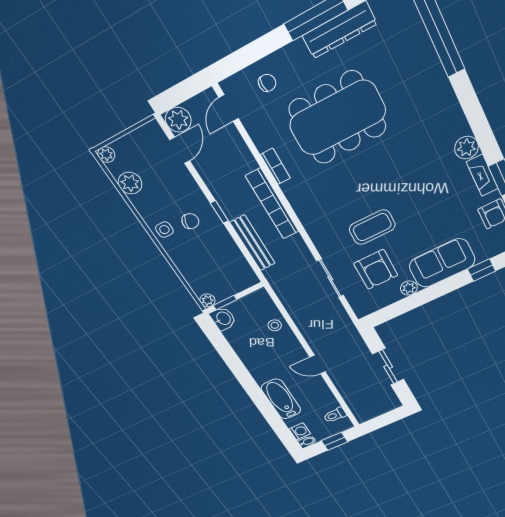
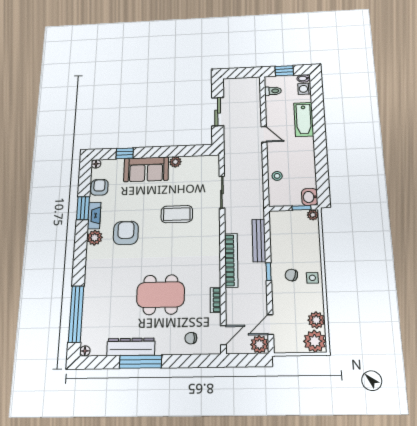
dining table: (338, 118) -> (161, 295), width x0.73, depth x0.80
plant: (106, 155) -> (315, 341), width x1.88, depth x1.88
bookcase: (275, 166) -> (216, 300), moved
armchair: (376, 269) -> (126, 233), moved

